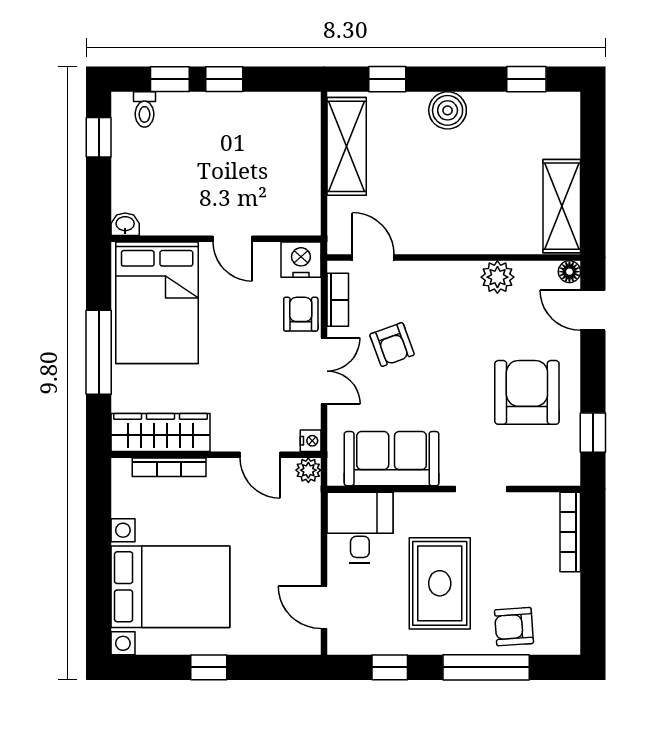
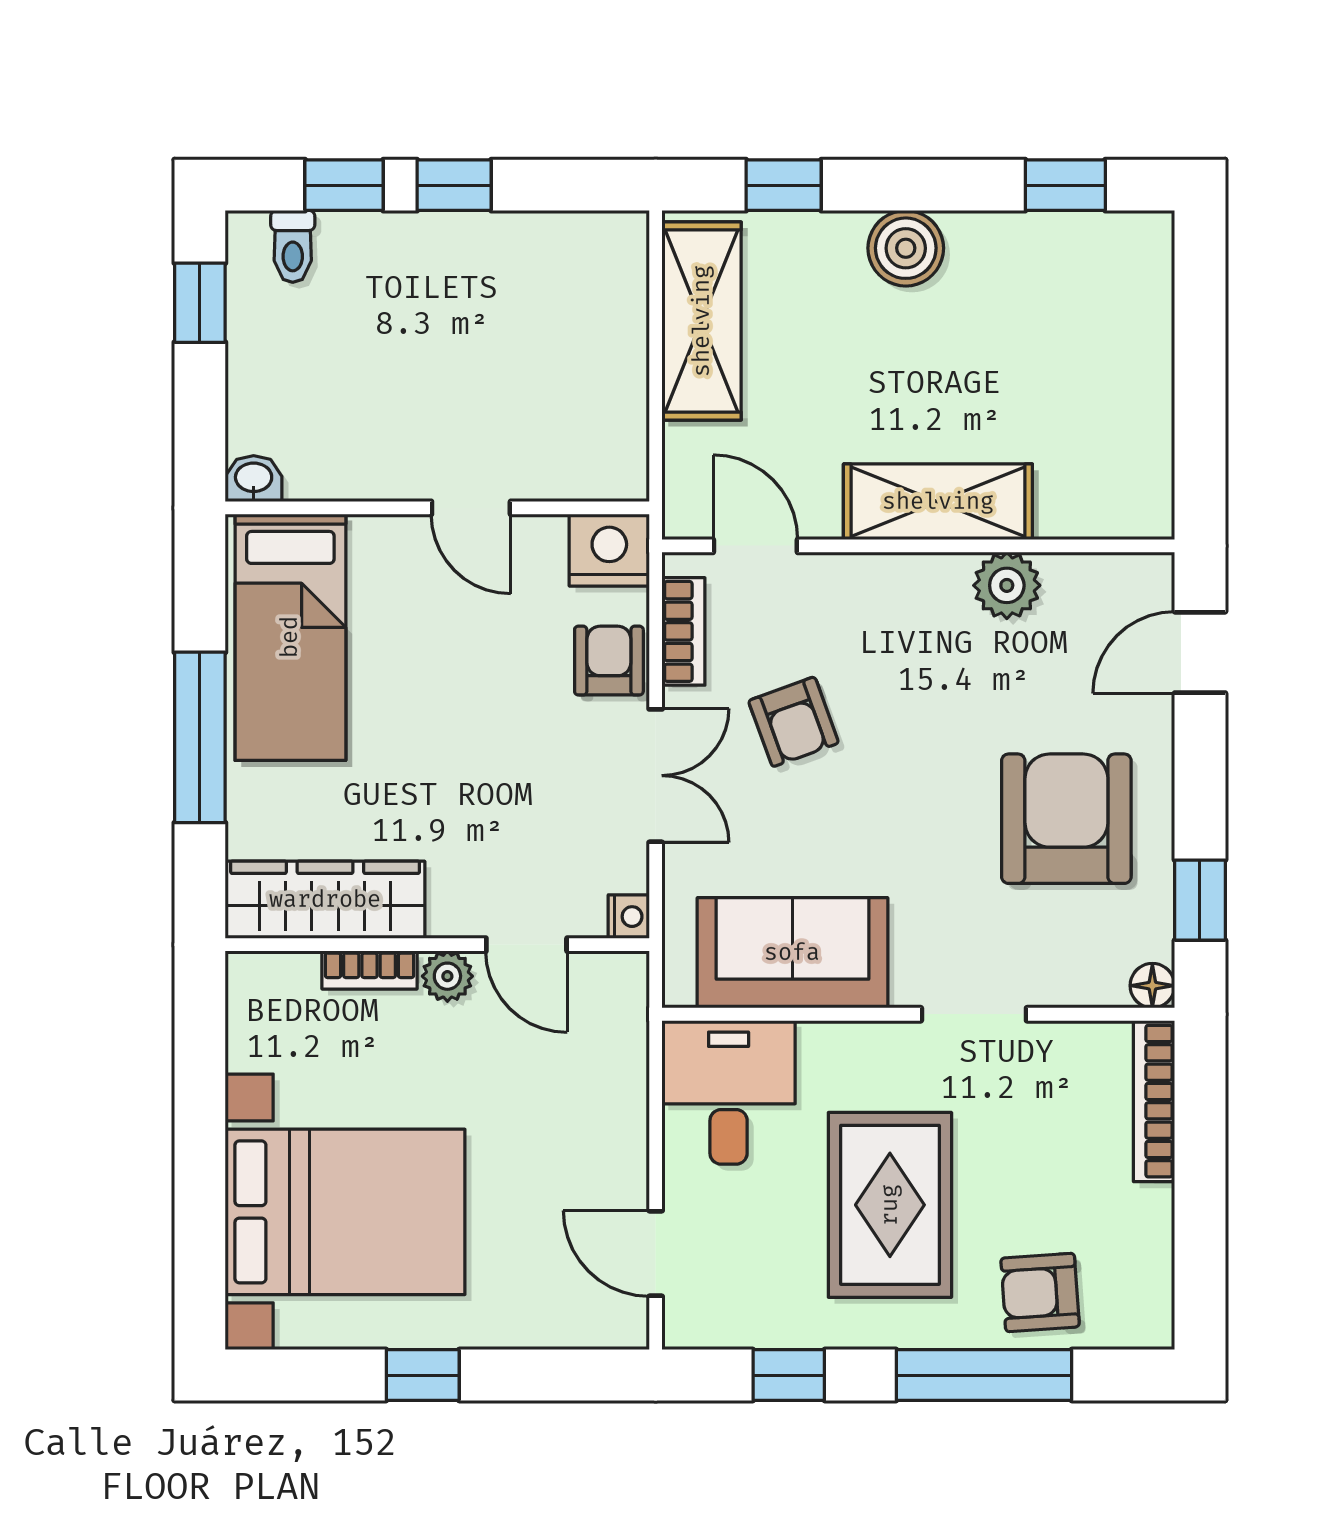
shelving: (562, 206) -> (938, 502), moved, turned 90
floor lamp: (569, 272) -> (1152, 986), moved
bed: (157, 303) -> (290, 637), width x0.67
door: (593, 310) -> (1200, 652), hinge flipped
bookcase: (169, 467) -> (369, 970), width x0.64
plant: (308, 470) -> (447, 976), moved

